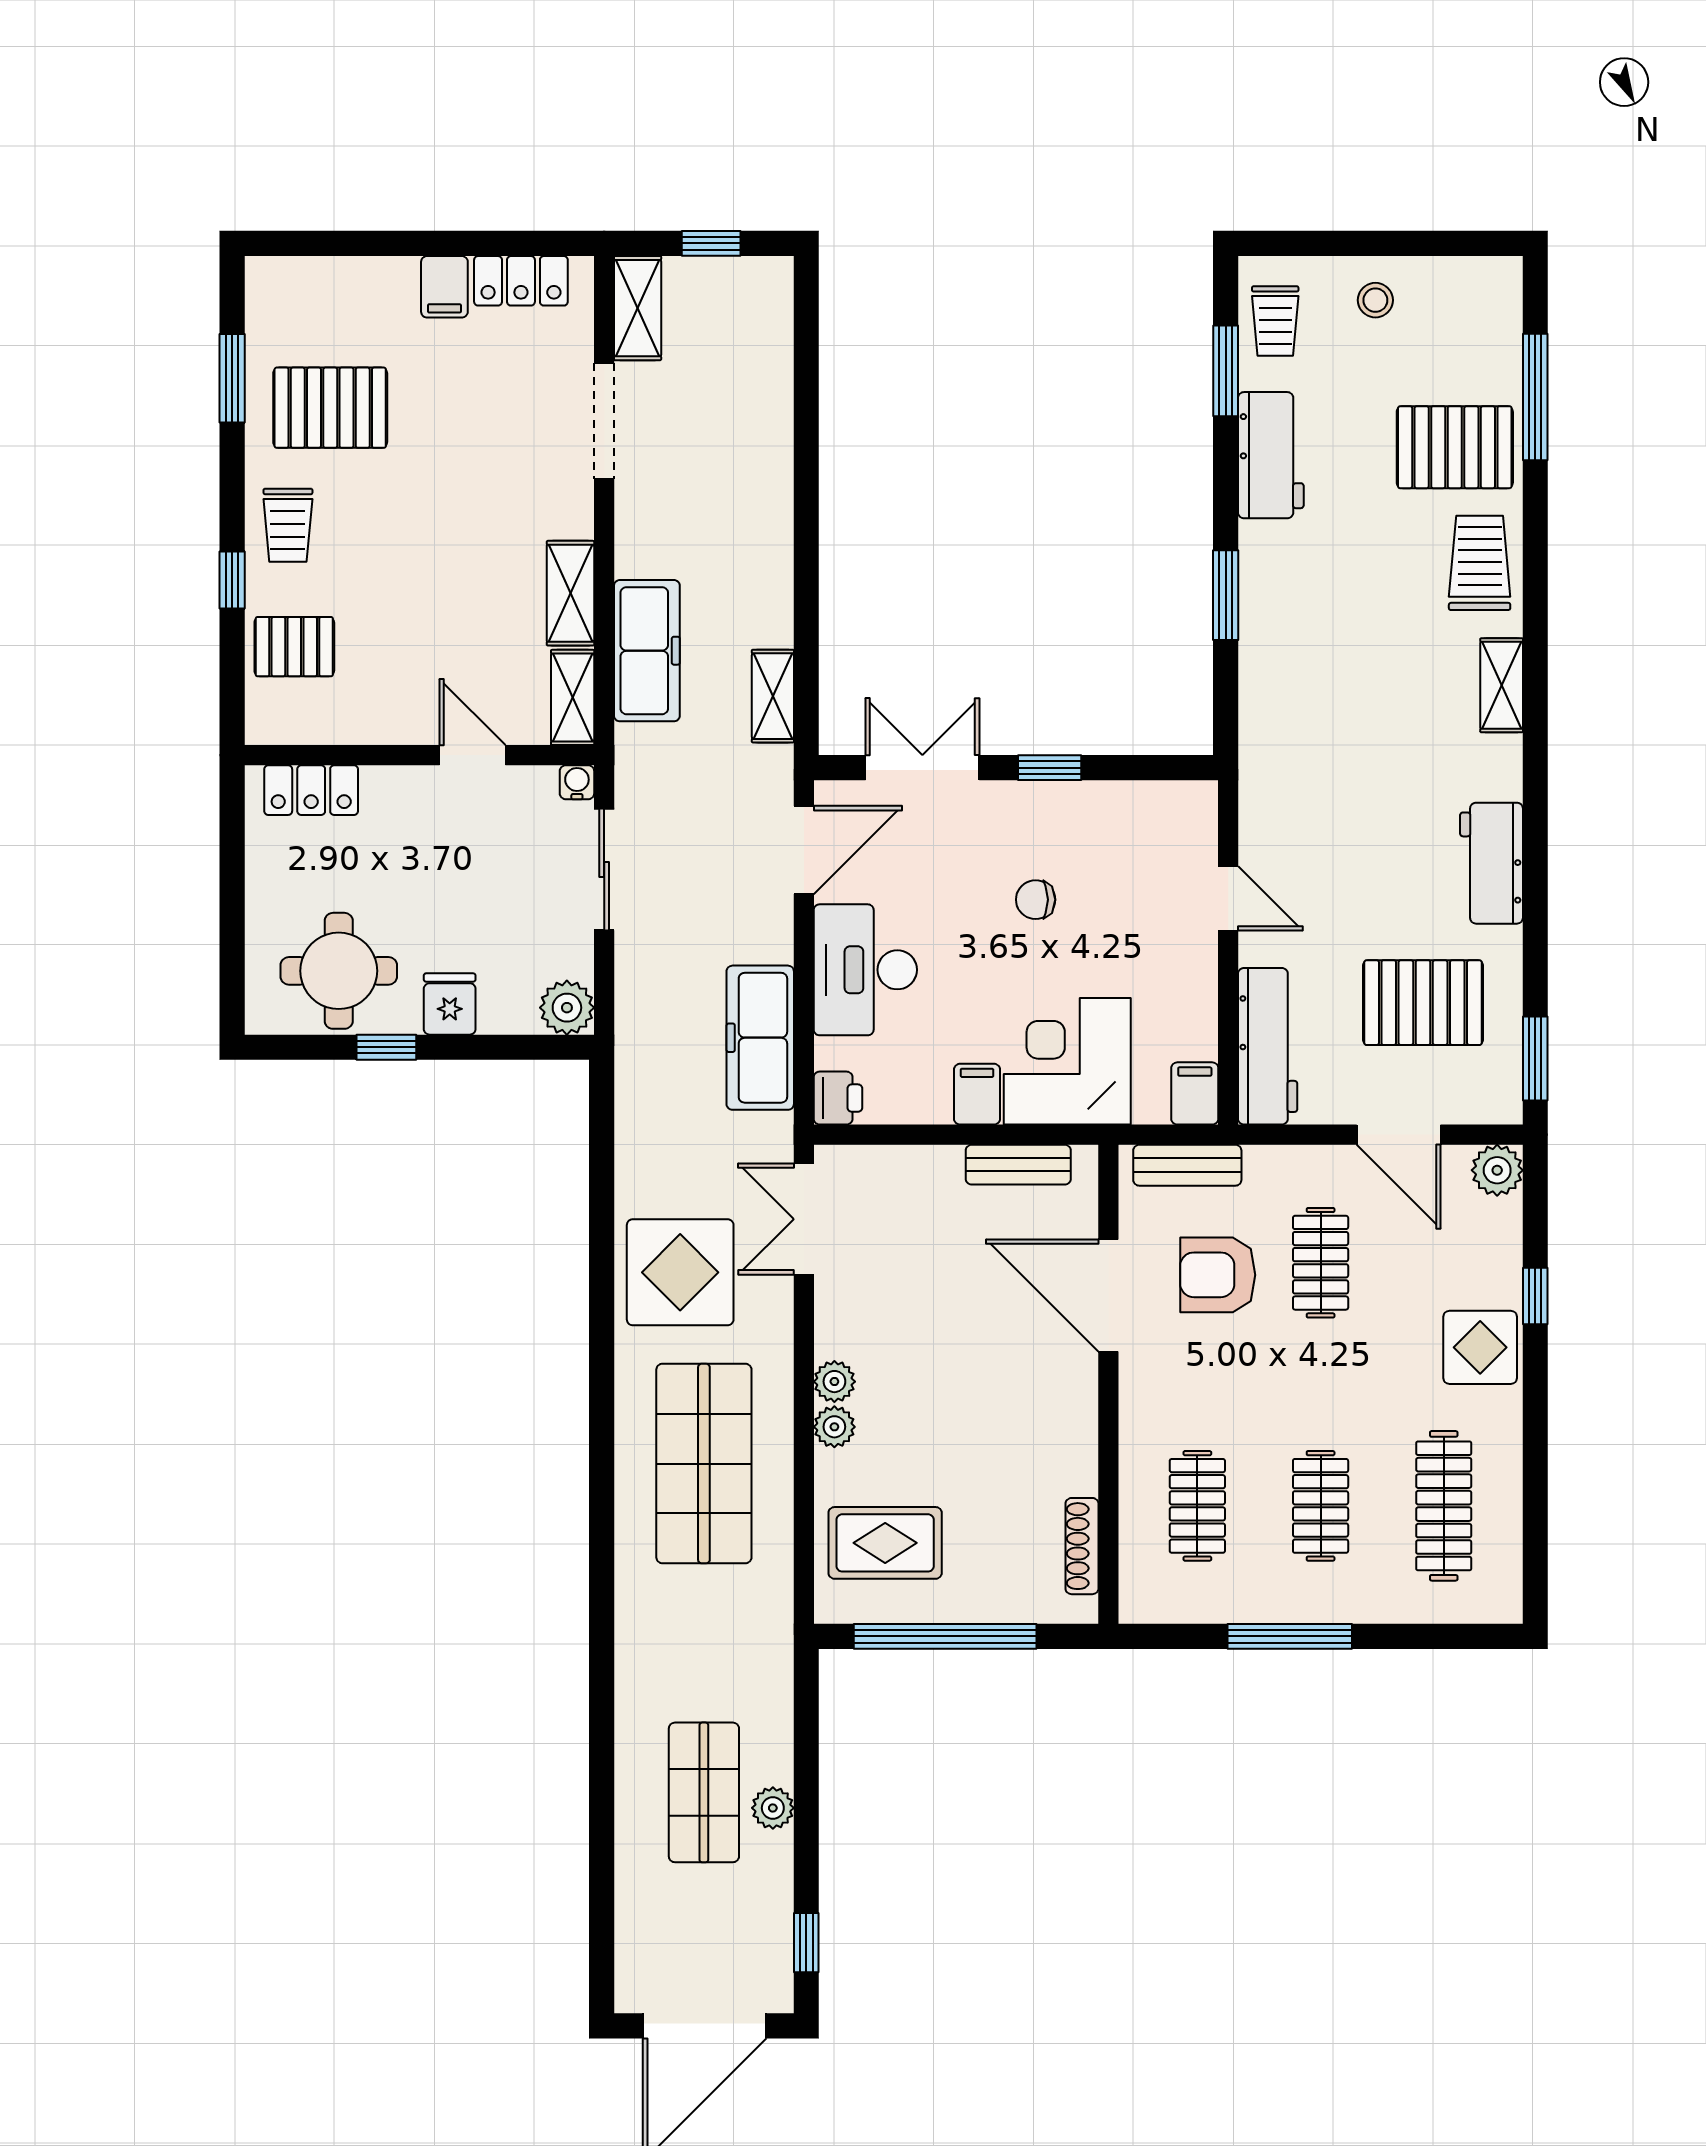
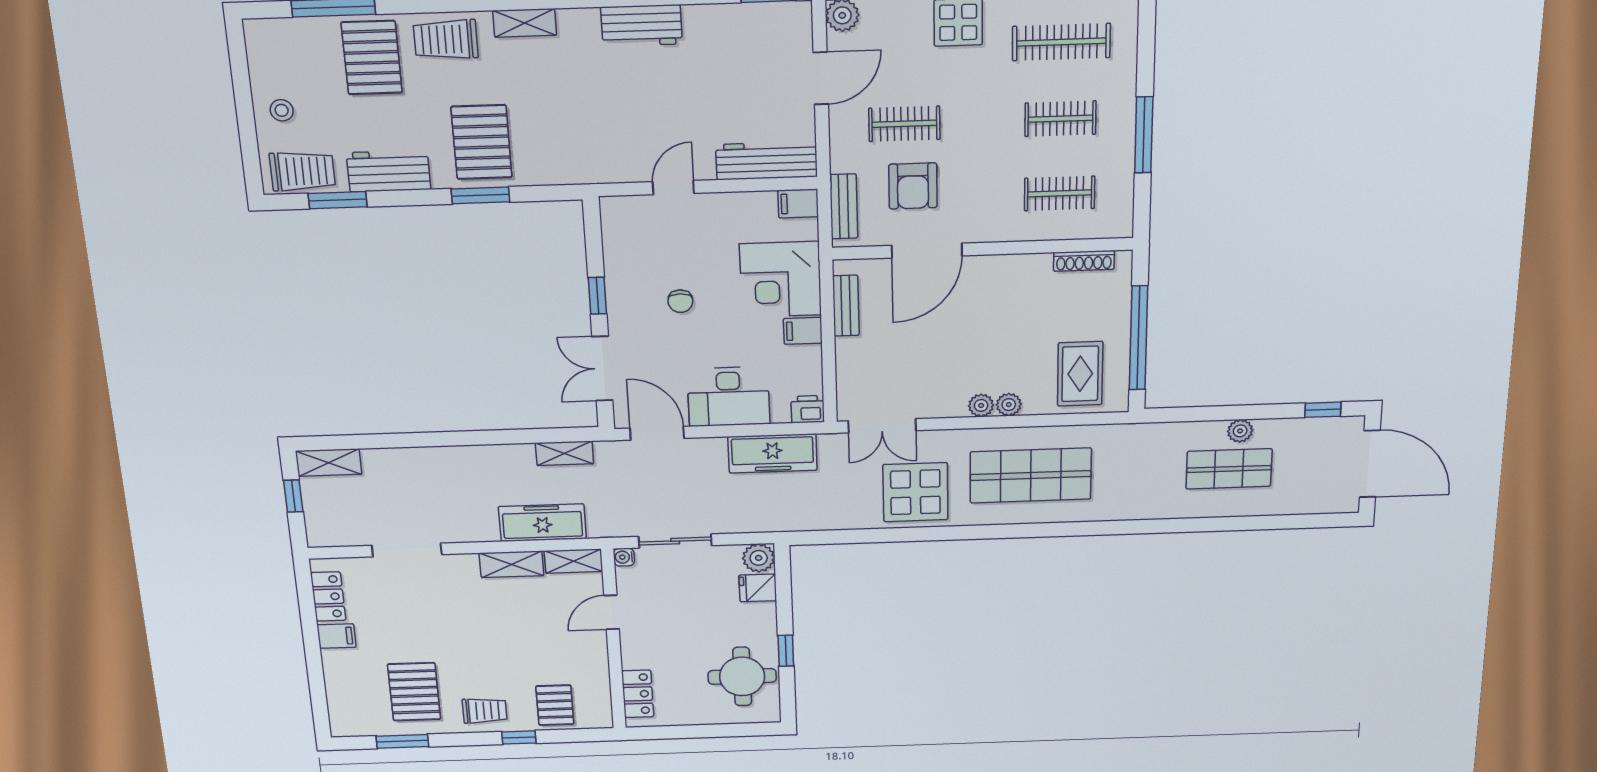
shelving: (638, 308) -> (329, 463), moved
trolley: (1275, 321) -> (302, 171), width x1.36, depth x1.39
pallet: (1423, 1003) -> (481, 142), moved
fridge: (450, 1004) -> (758, 588), moved

